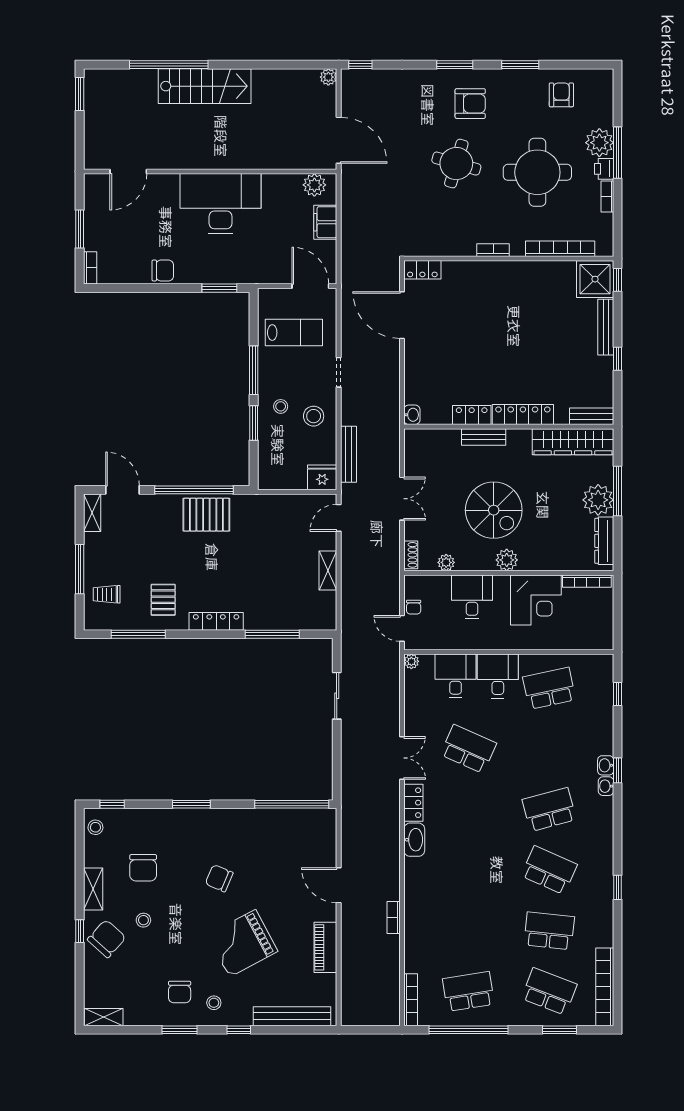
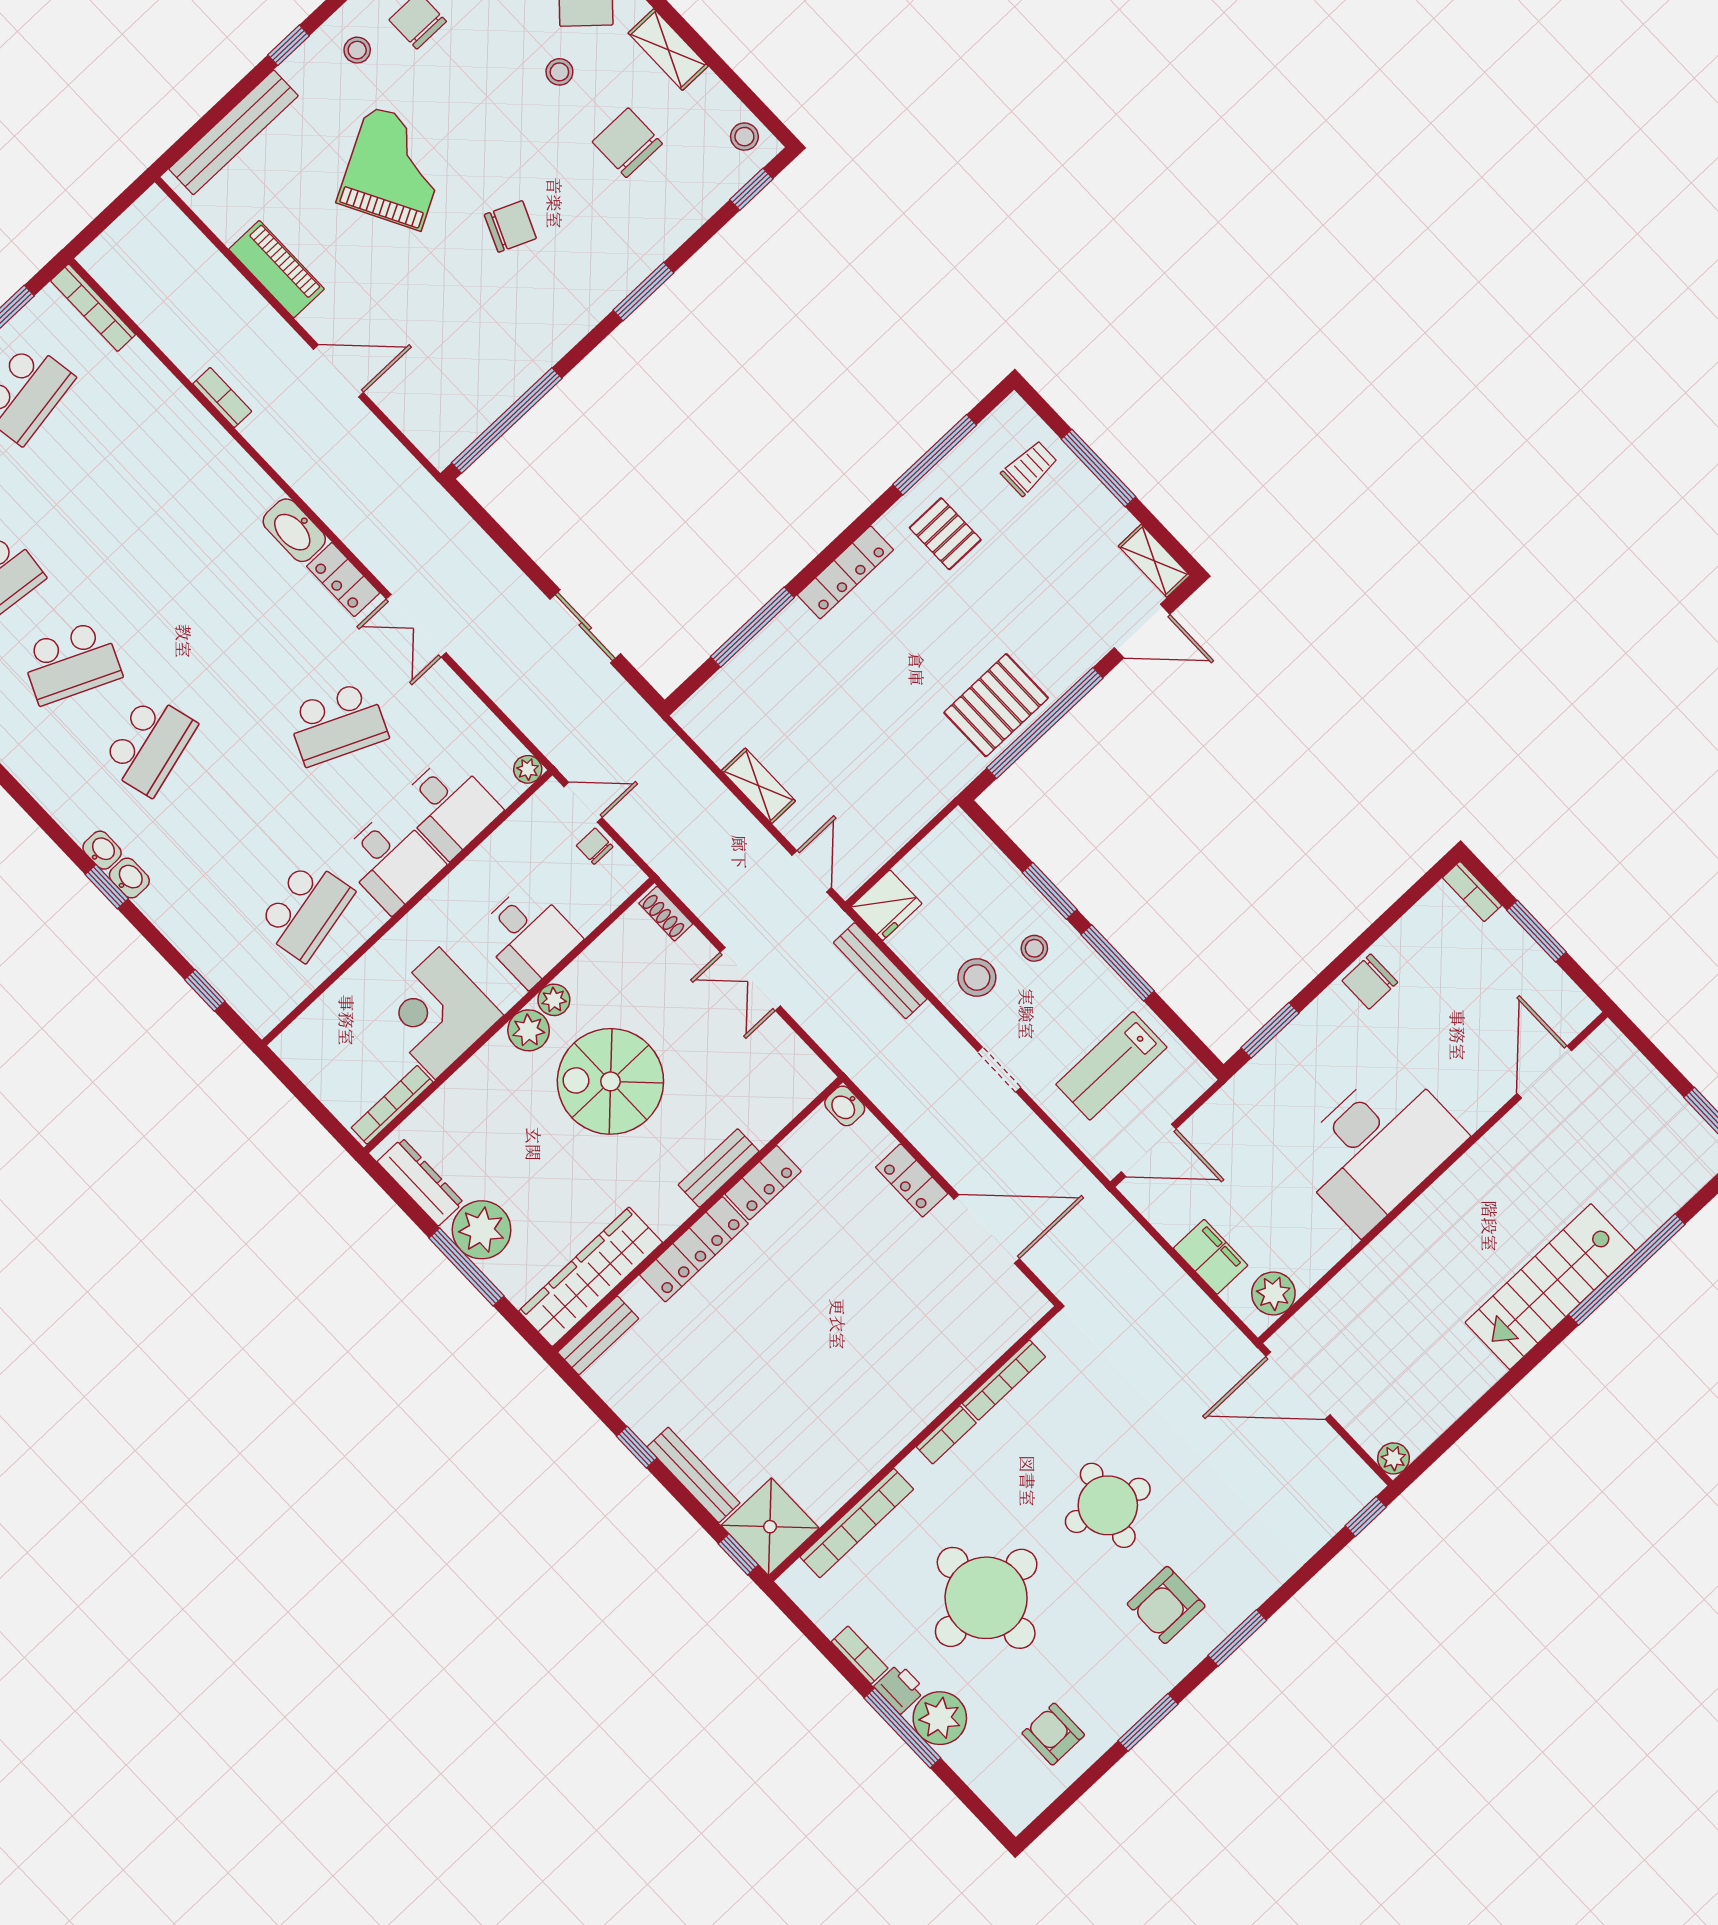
armchair: (561, 95) -> (1053, 1734), turned 180
bookcase: (451, 250) -> (1004, 1380), added
locker: (422, 270) -> (912, 1180), moved, turned -90
plant: (446, 562) -> (554, 1000), moved

